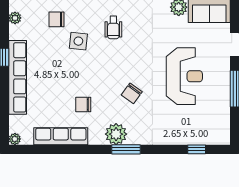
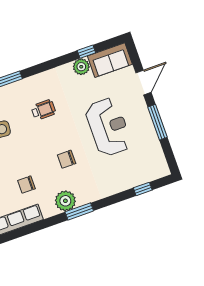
wheelchair: (113, 28) -> (43, 110), moved, turned -90
chair: (132, 93) -> (67, 159), turned 54

